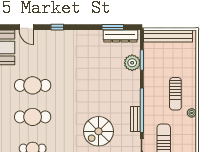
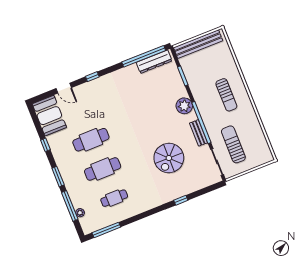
window: (113, 27) -> (144, 56), width x2.11
plant: (132, 63) -> (184, 106), moved
plant: (192, 113) -> (248, 107), removed

